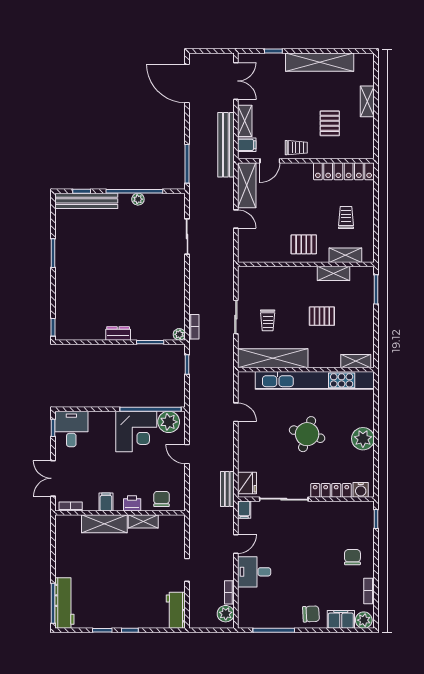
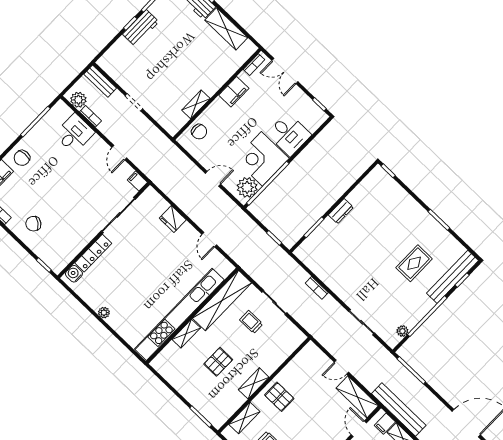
plant: (138, 199) -> (402, 331), moved
rug: (104, 240) -> (414, 263), added
pallet: (304, 244) -> (279, 397), turned 90
shelving: (333, 273) -> (254, 383), moved
bookcase: (194, 327) -> (317, 288), moved
plant: (179, 334) -> (300, 252), removed
shelving: (356, 361) -> (186, 334), moved
door: (236, 412) -> (209, 240), hinge flipped
desk: (71, 429) -> (289, 134), moved
round table: (307, 434) -> (147, 274), removed
plant: (363, 439) -> (104, 313), width x0.53, depth x0.53
double door: (53, 478) -> (285, 71), swing flipped
fridge: (247, 483) -> (173, 219), moved
bench: (227, 489) -> (100, 81), moved
filing cabinet: (106, 502) -> (234, 92), width x2.00
printer: (132, 503) -> (216, 109), removed
shelving: (104, 524) -> (226, 29), moved, turned 90
chair: (352, 557) -> (33, 224), turned 127
desk: (254, 572) -> (74, 133), moved
workbench: (176, 610) -> (141, 28), moved, turned 90

